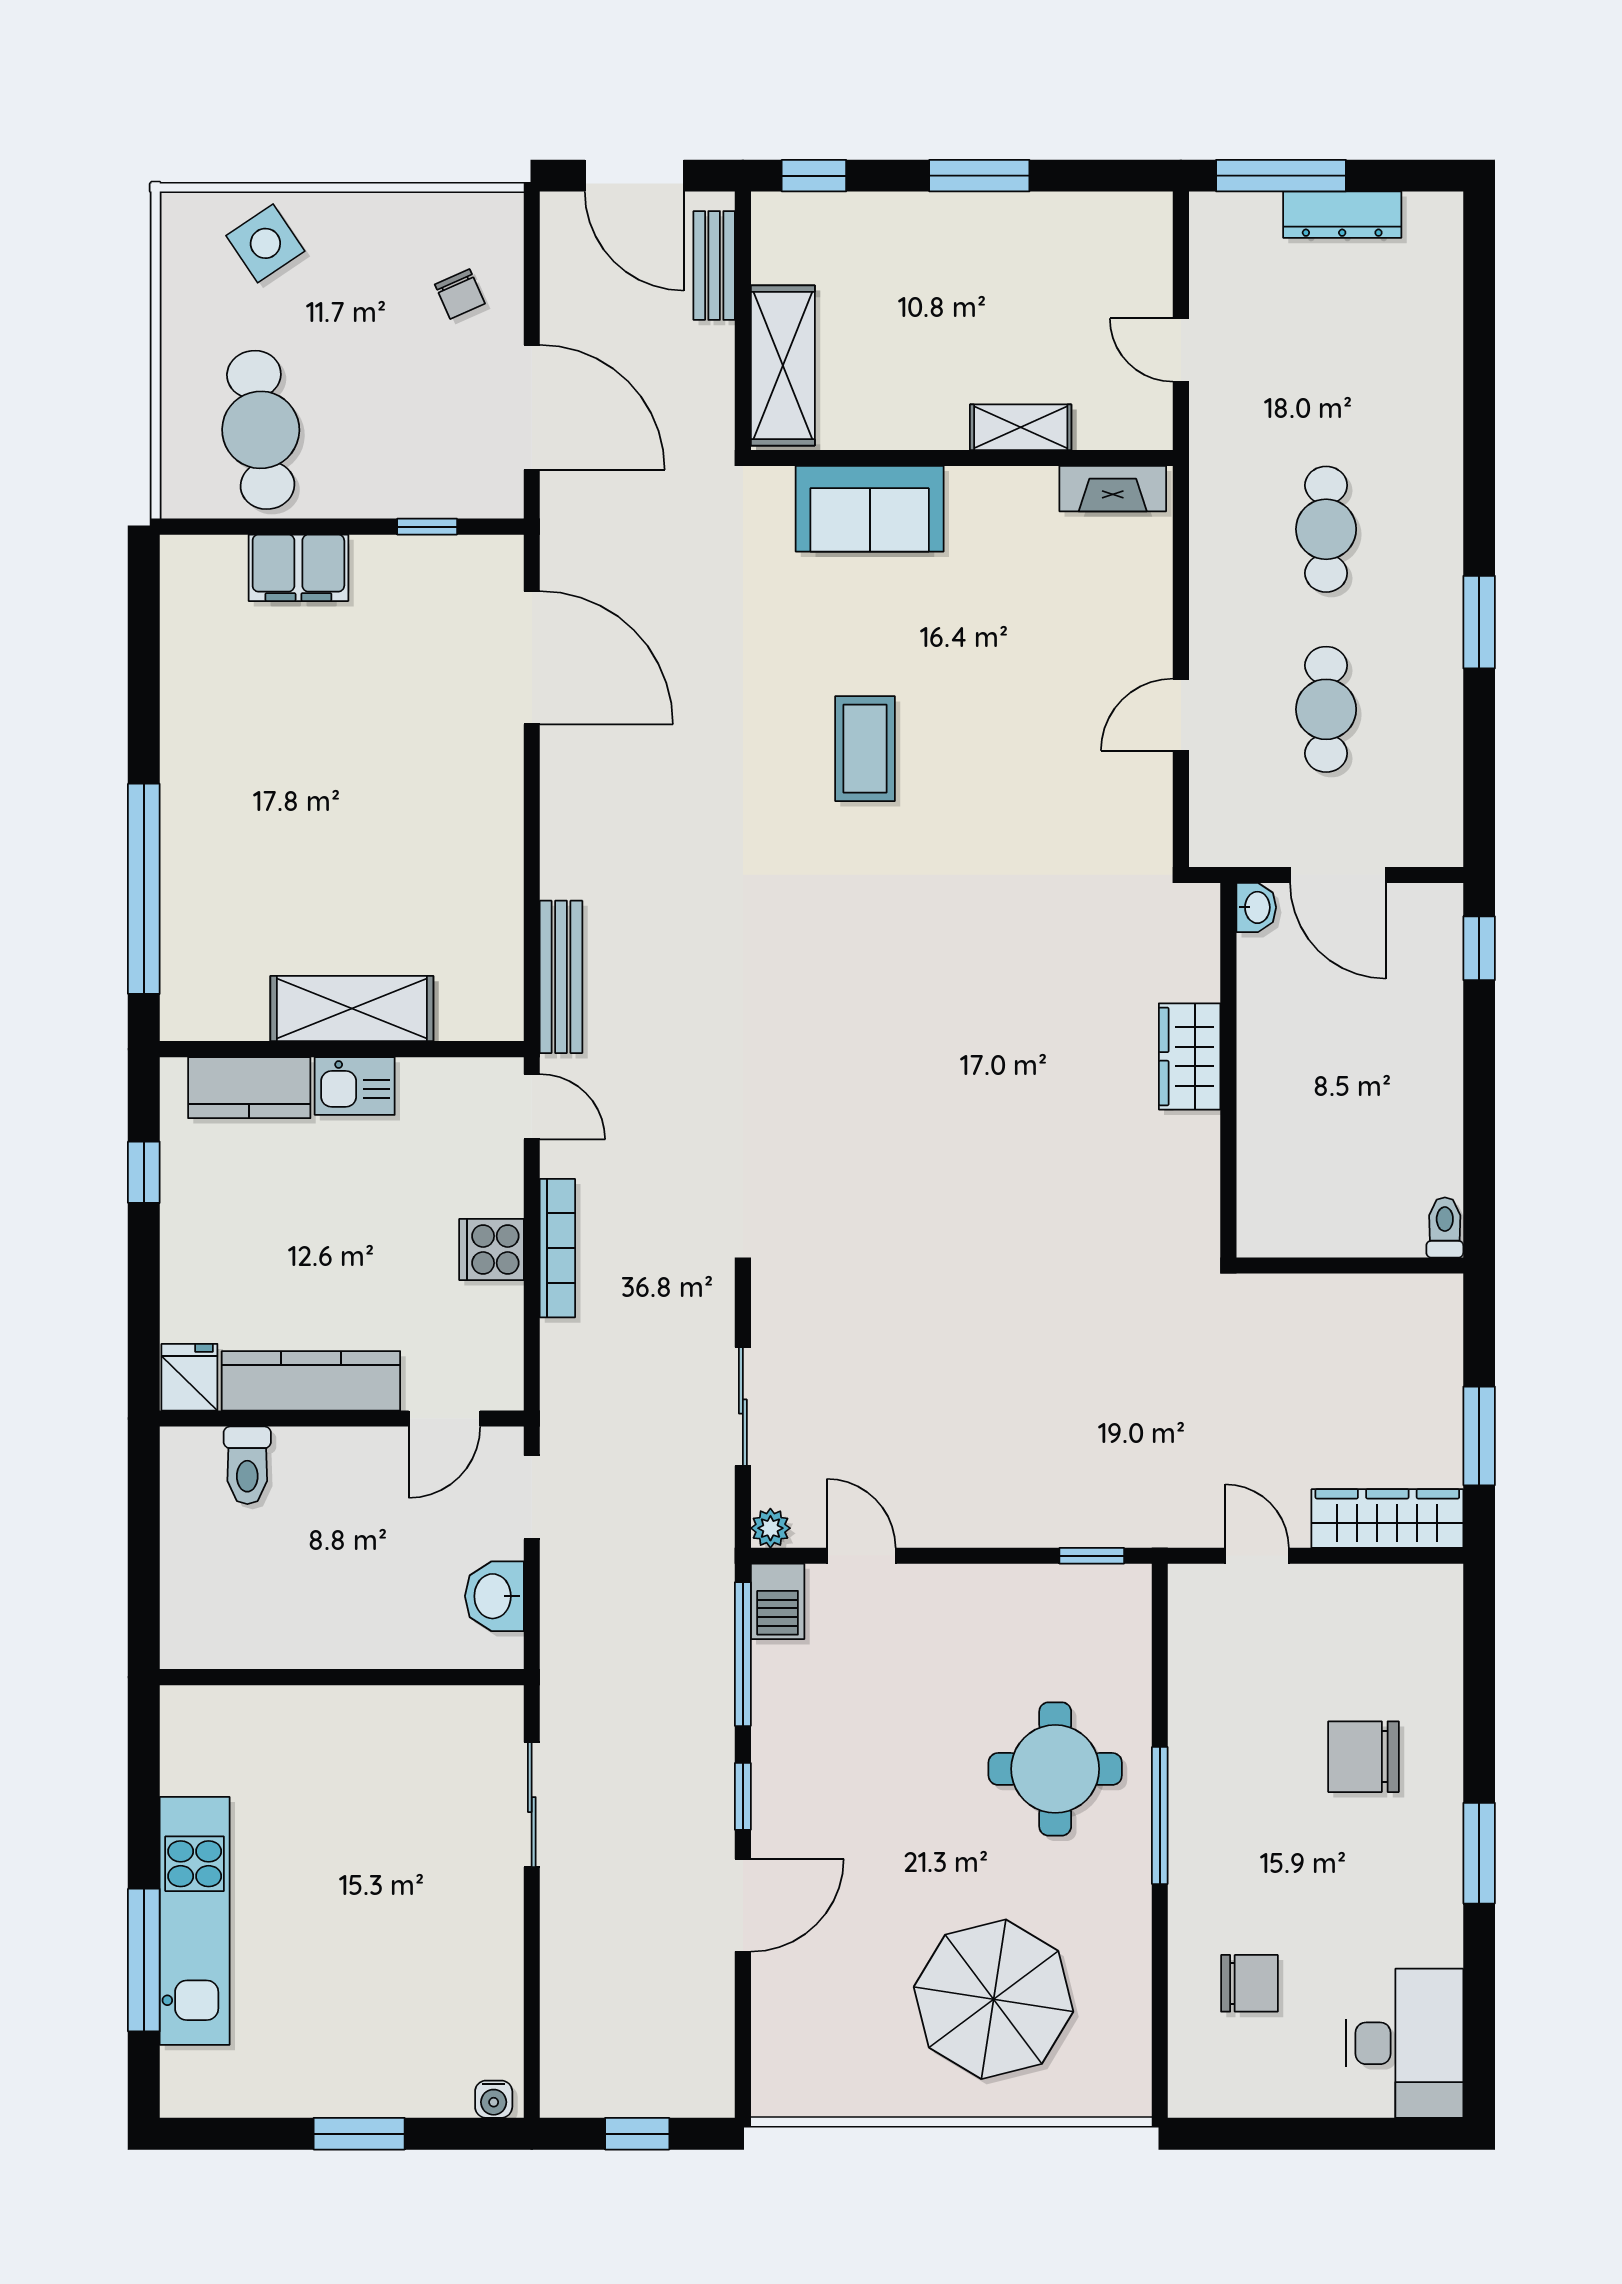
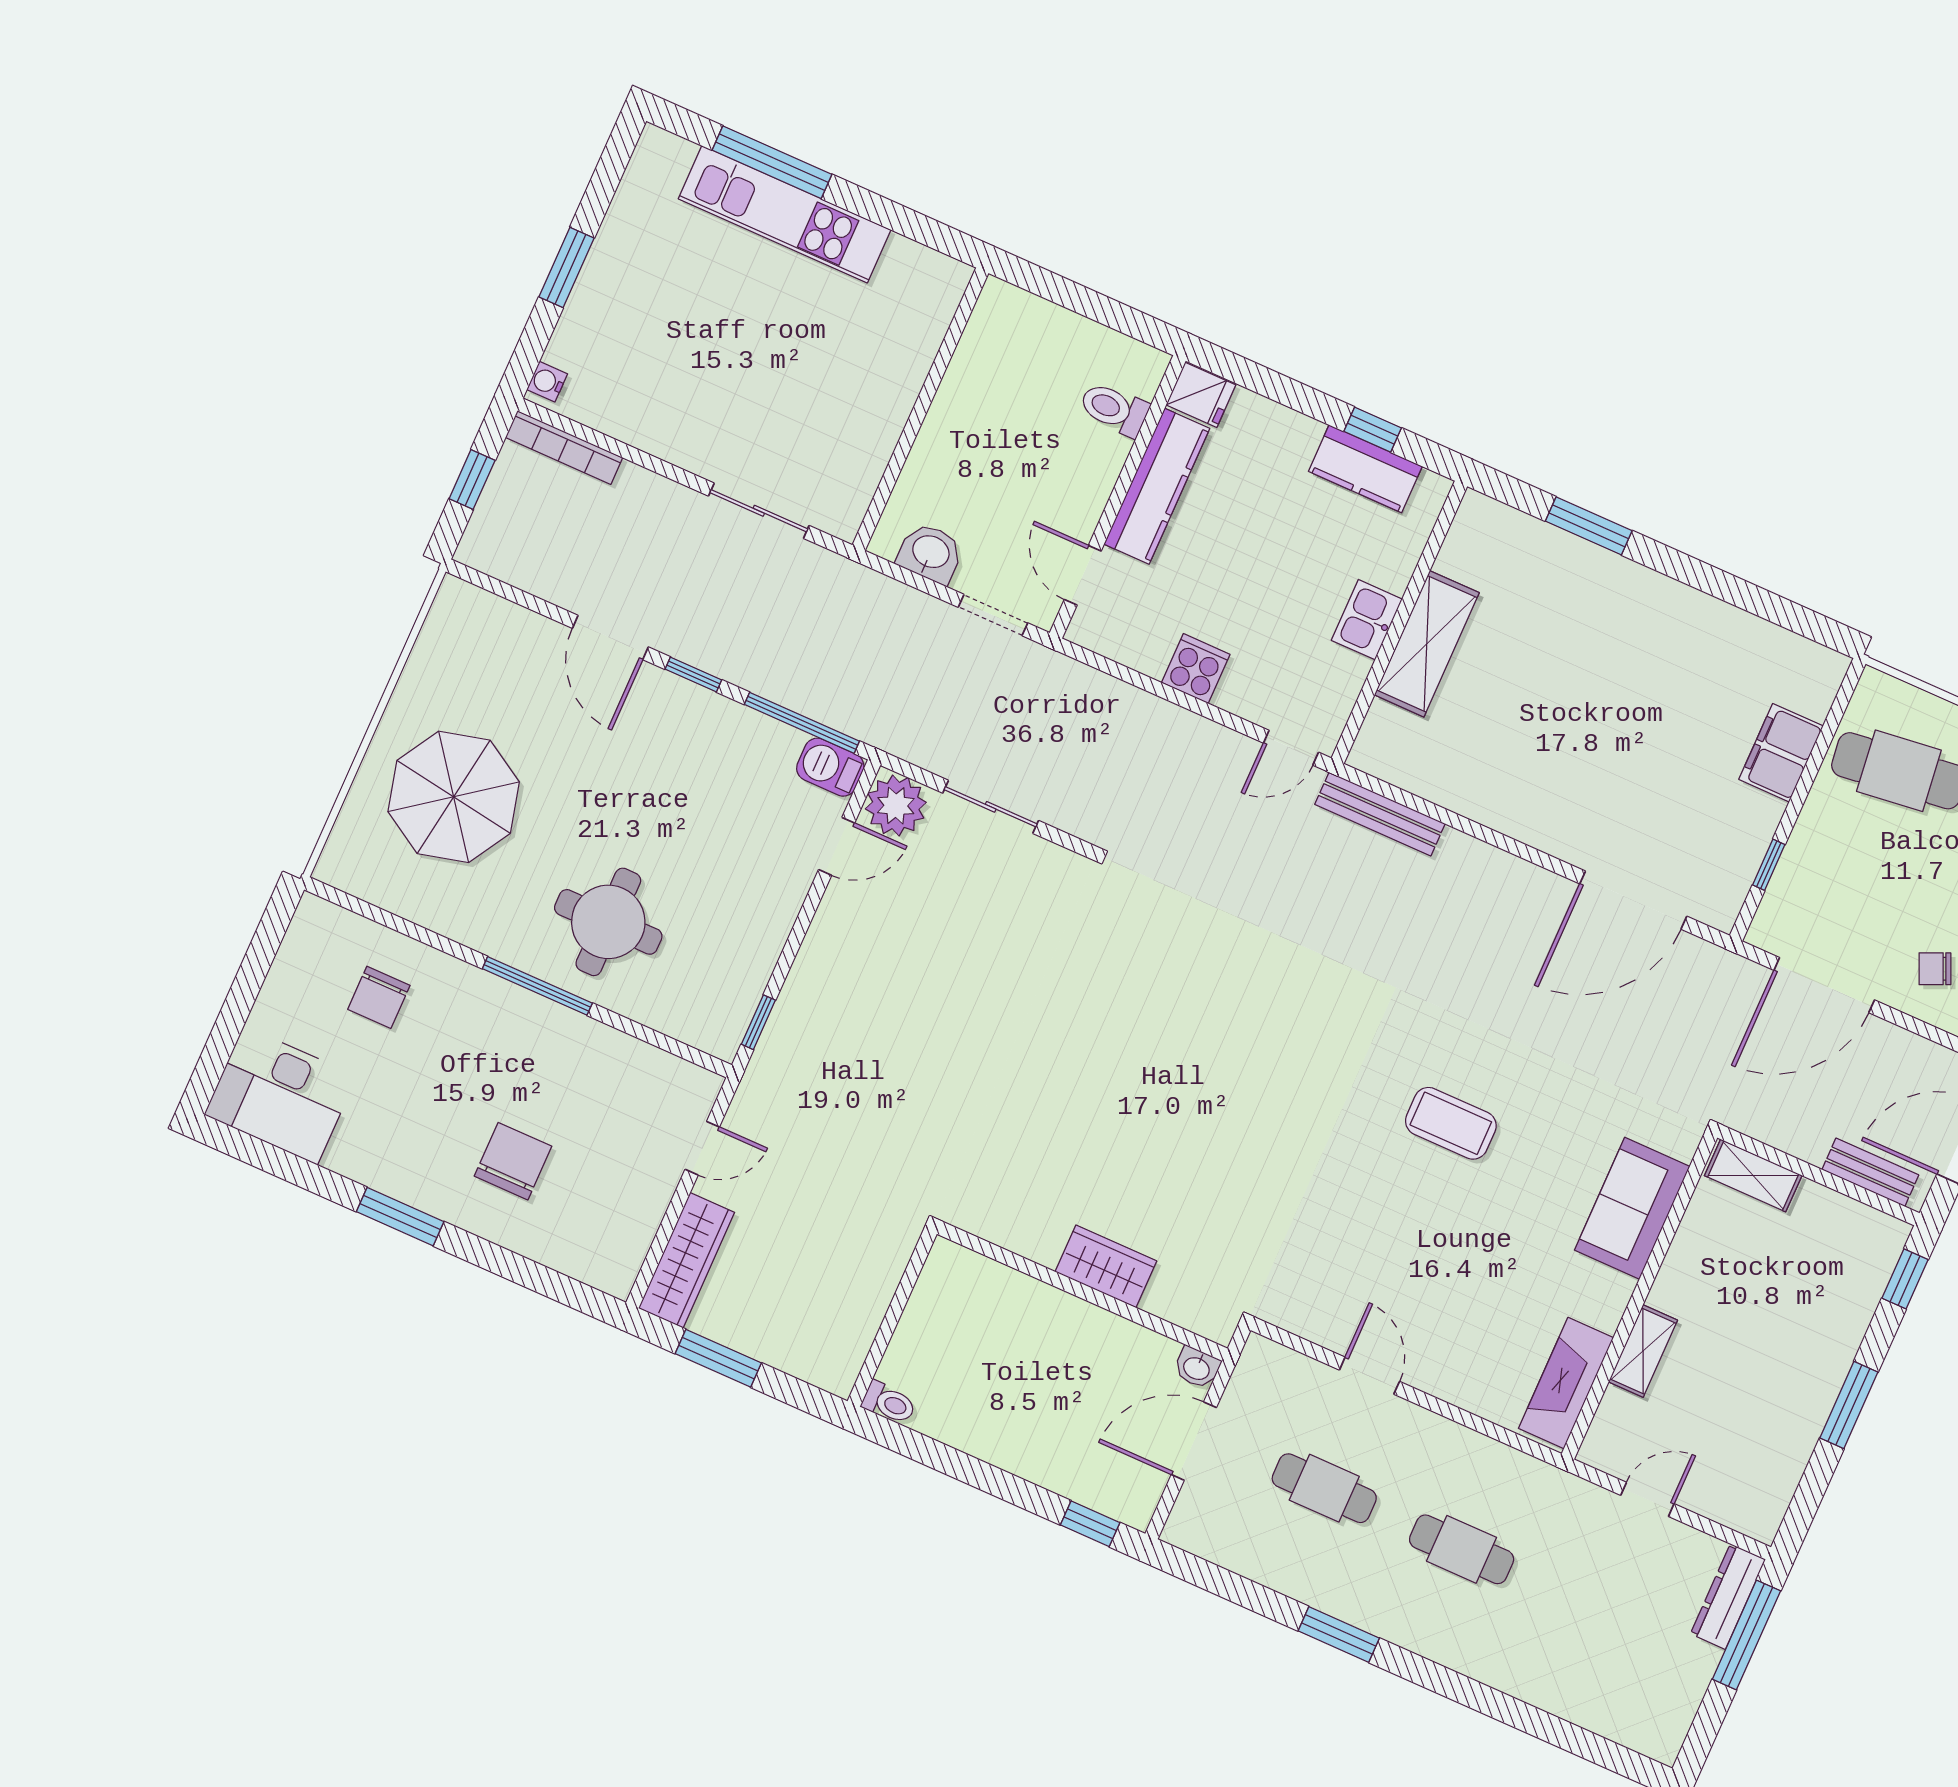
dresser: (1342, 215) -> (1728, 1597), moved
shelving: (783, 365) -> (1753, 1176), width x0.67, depth x0.75
fireplace: (1113, 489) -> (1566, 1383), width x1.37, depth x1.32
window: (144, 889) -> (1589, 526), width x0.47
kitchen counter: (249, 1088) -> (1365, 469), moved, turned -90
bookcase: (557, 1248) -> (564, 447), moved
plant: (770, 1528) -> (896, 806), width x1.88, depth x1.88

